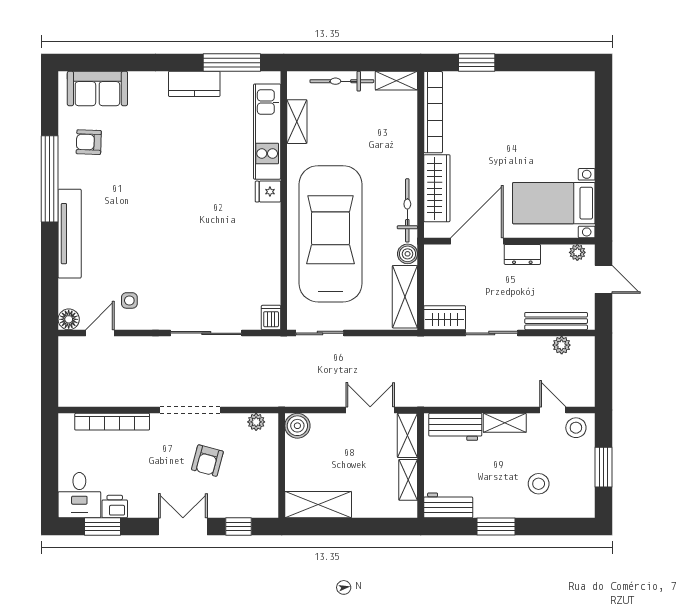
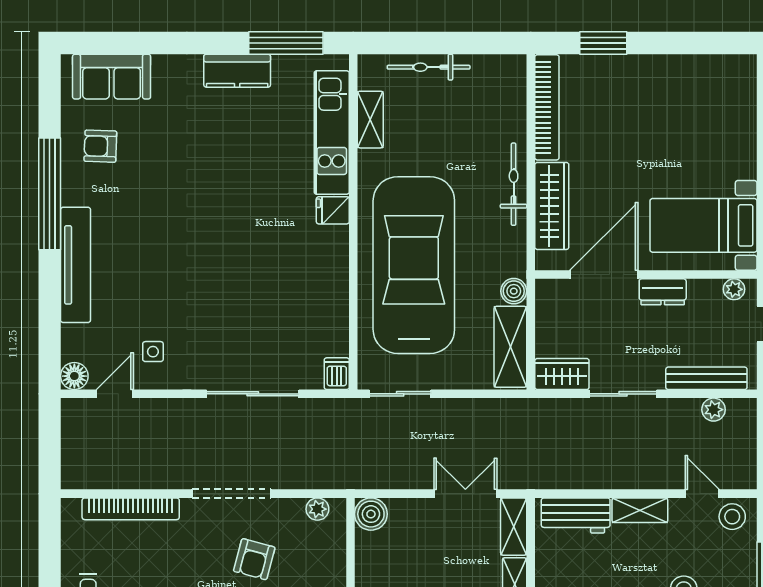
shelving: (396, 81) -> (499, 66), removed
bicycle: (407, 210) -> (514, 184), moved

